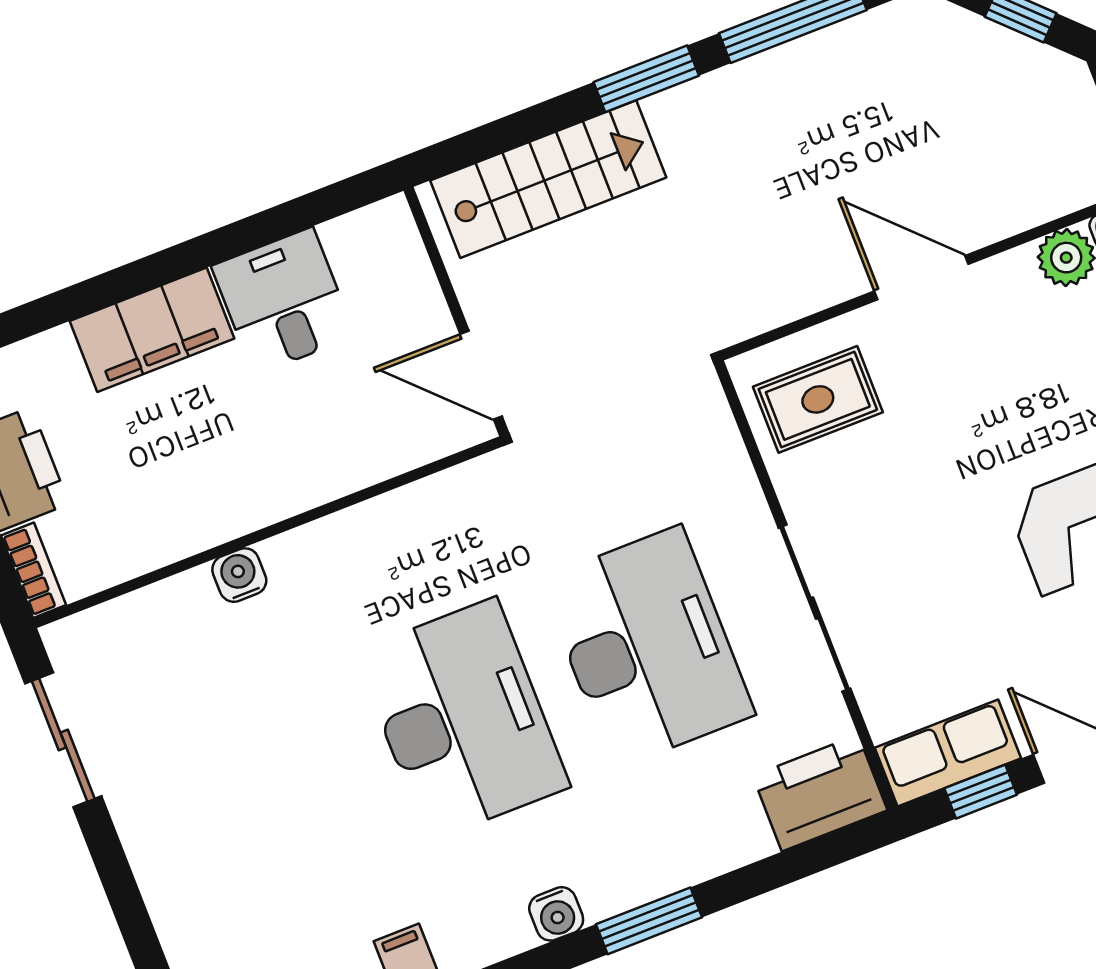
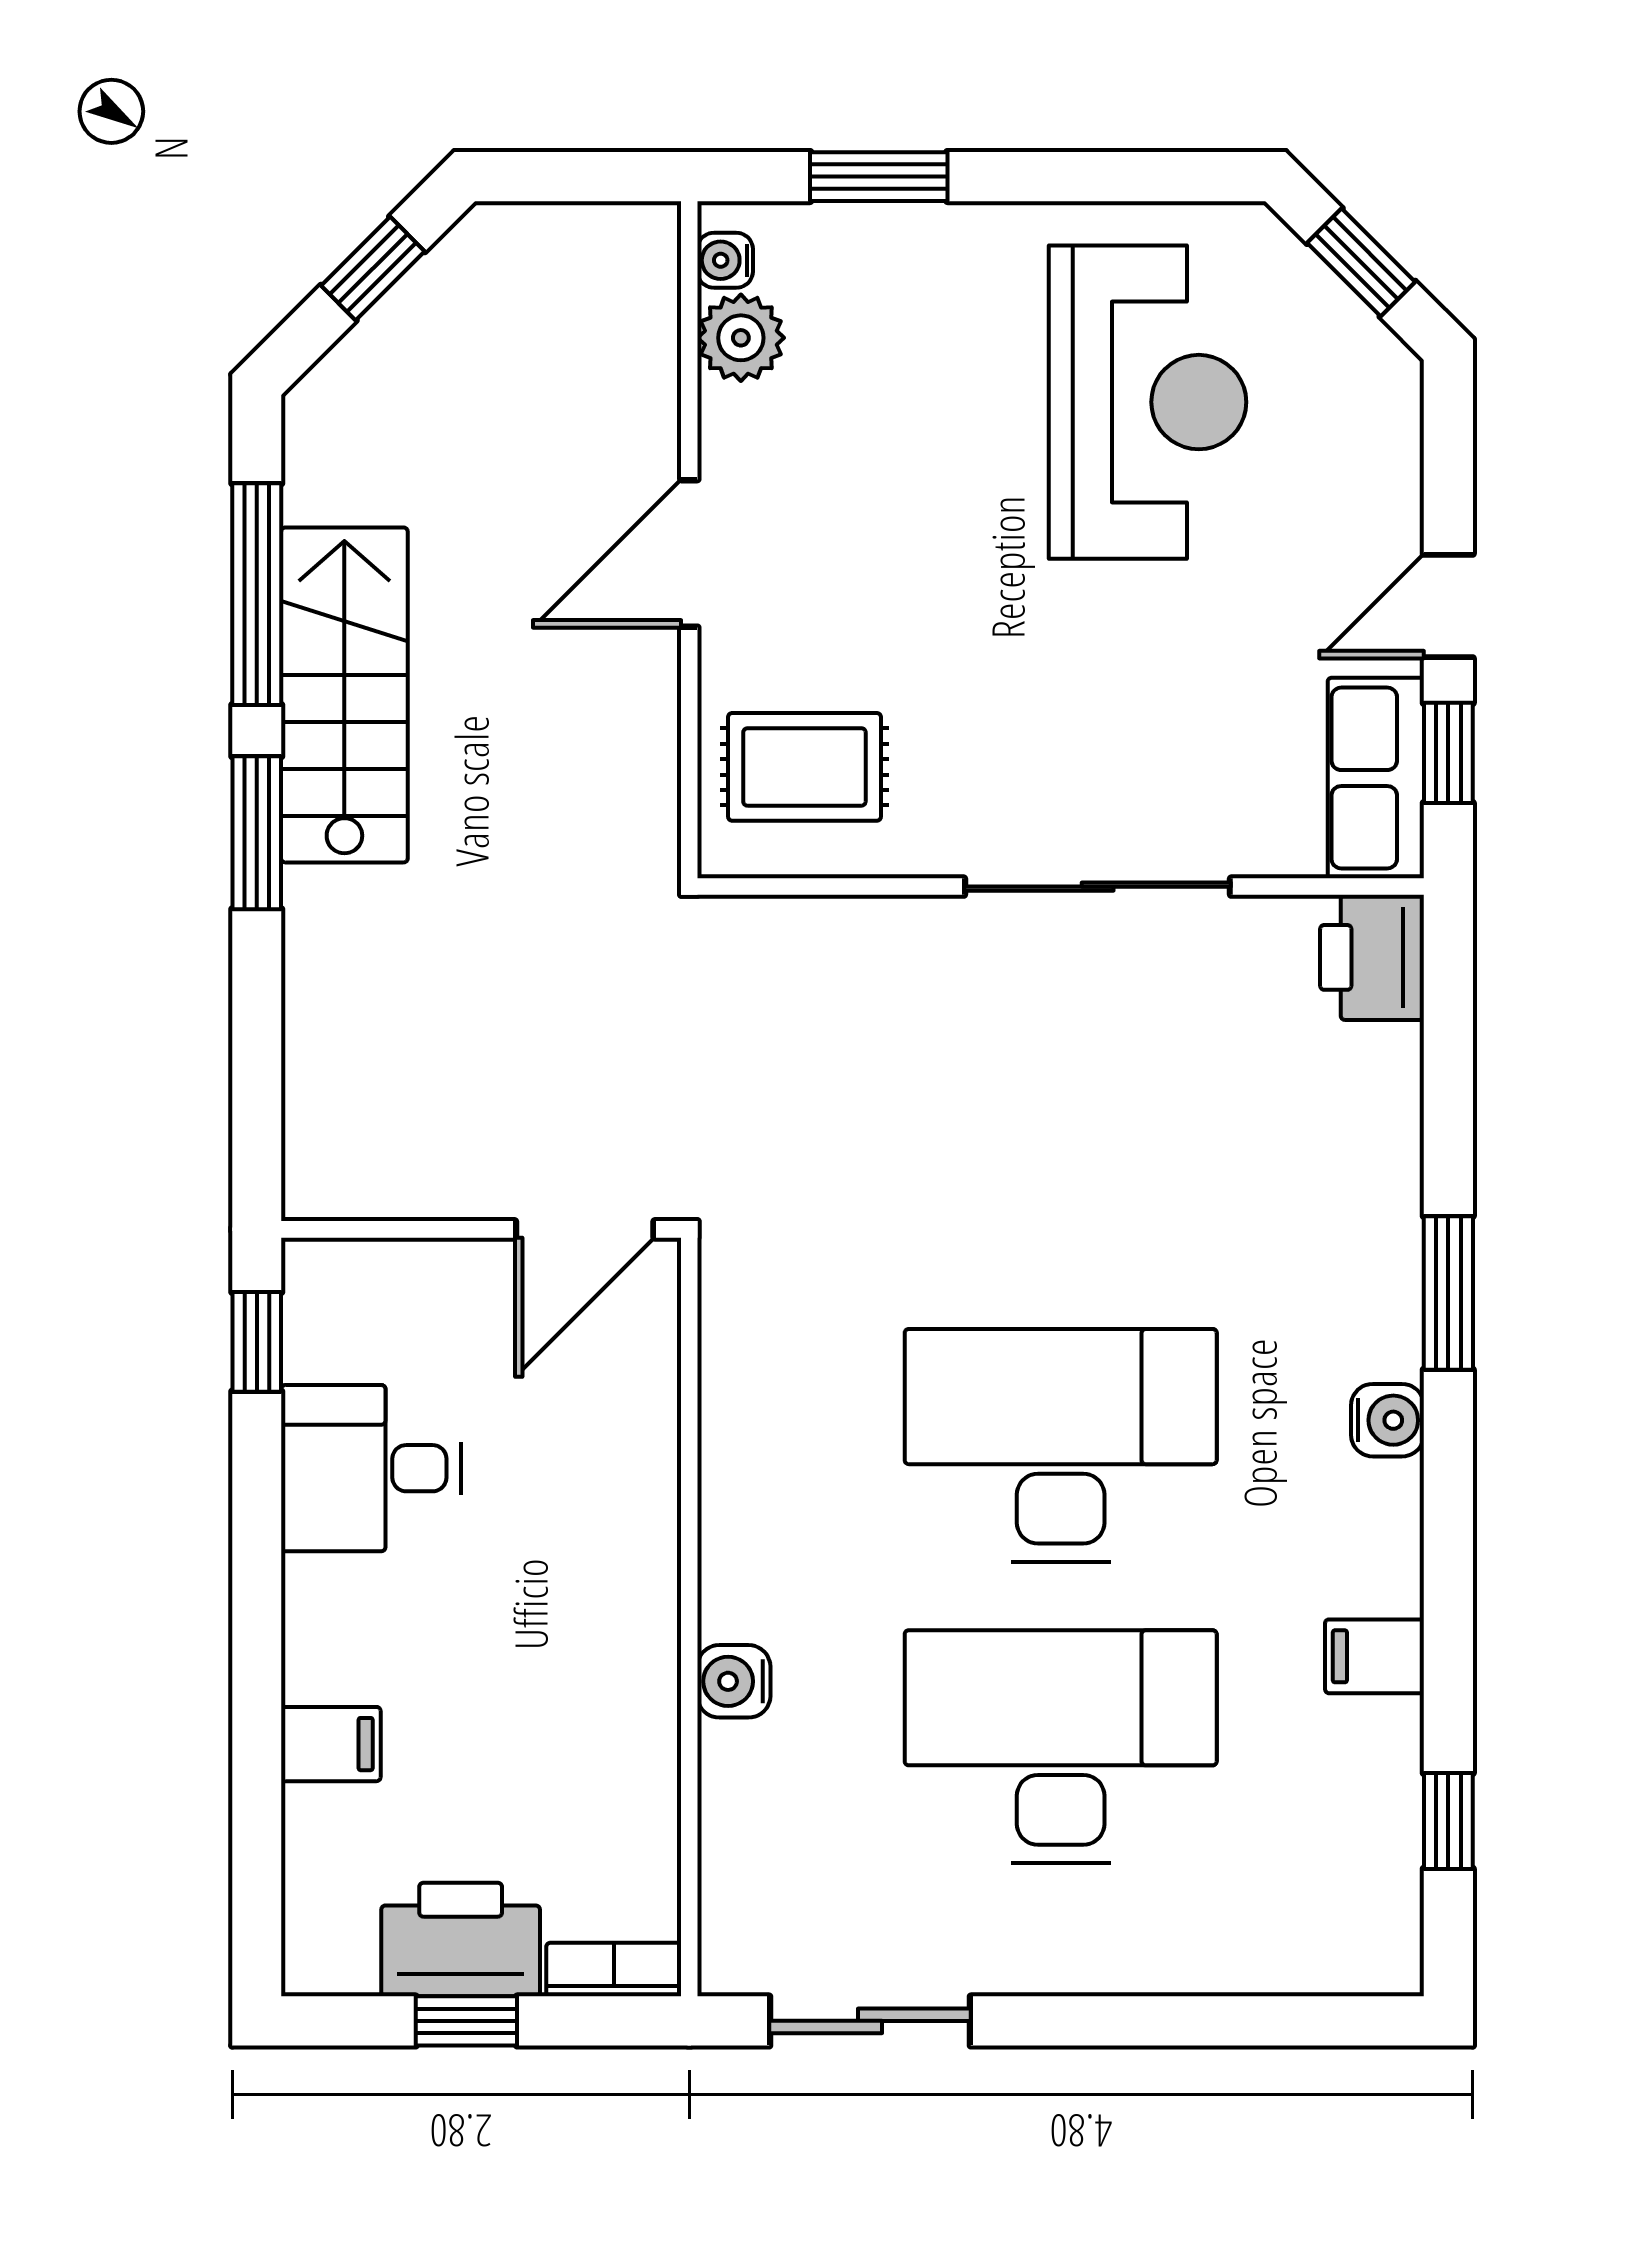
stairs: (548, 179) -> (344, 695), moved
window: (334, 201) -> (257, 1342), added
filing cabinet: (152, 330) -> (331, 1744), width x0.33, depth x0.86
rug: (818, 399) -> (804, 767), turned 90
desk: (647, 647) -> (1061, 1747), moved
printer: (820, 793) -> (1372, 957), width x0.73, depth x0.84

